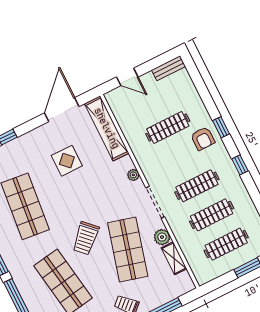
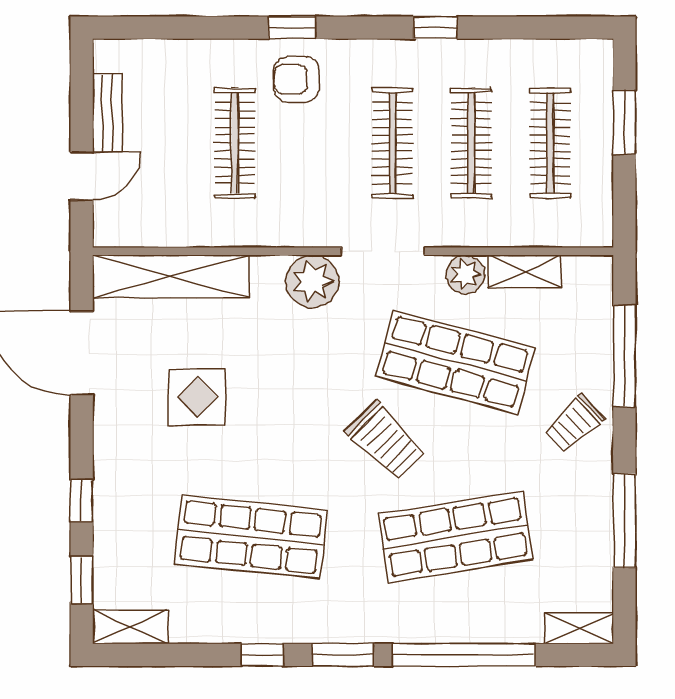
bench: (168, 68) -> (107, 113), moved
armchair: (203, 138) -> (296, 79), turned 180
window: (240, 165) -> (436, 28), moved
plant: (133, 175) -> (312, 281), width x1.88, depth x1.88

